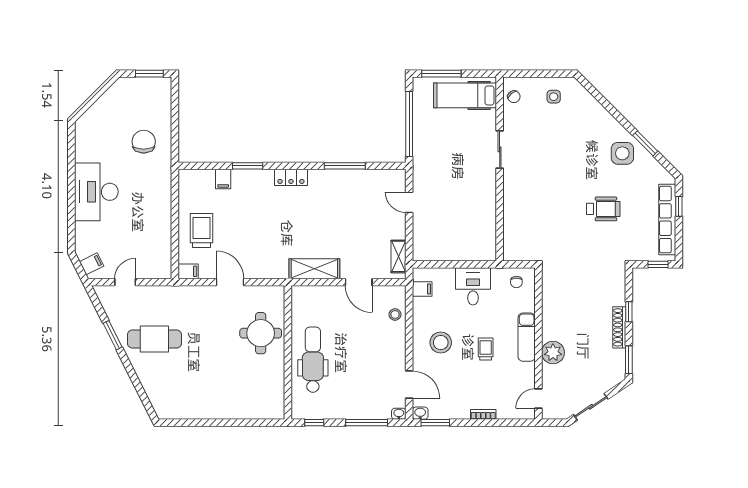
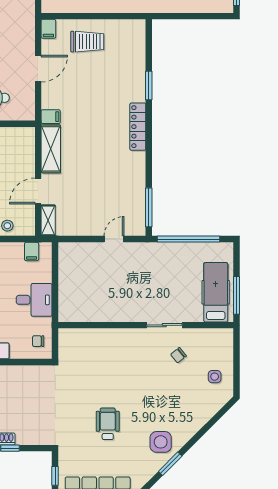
window: (441, 74) -> (236, 295), moved
chair: (514, 97) -> (178, 355), moved
window: (345, 166) -> (149, 207), moved
locker: (291, 177) -> (138, 127), width x1.53
filing cabinet: (223, 179) -> (51, 117), moved, turned 180
wheelchair: (603, 209) -> (108, 424), turned 180
shelving: (399, 256) -> (48, 220), moved, turned 90

